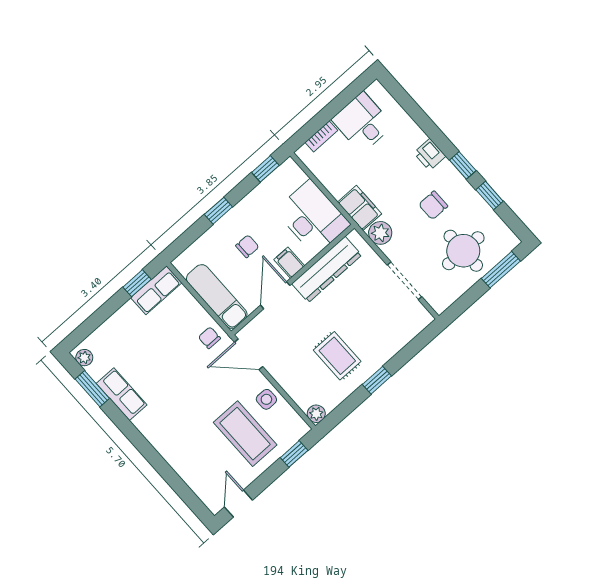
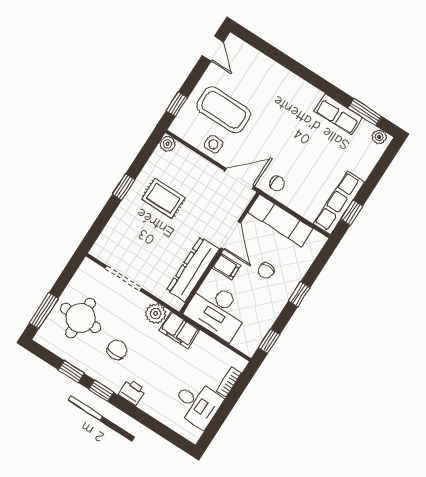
row of seats: (156, 290) -> (339, 203), width x1.48

